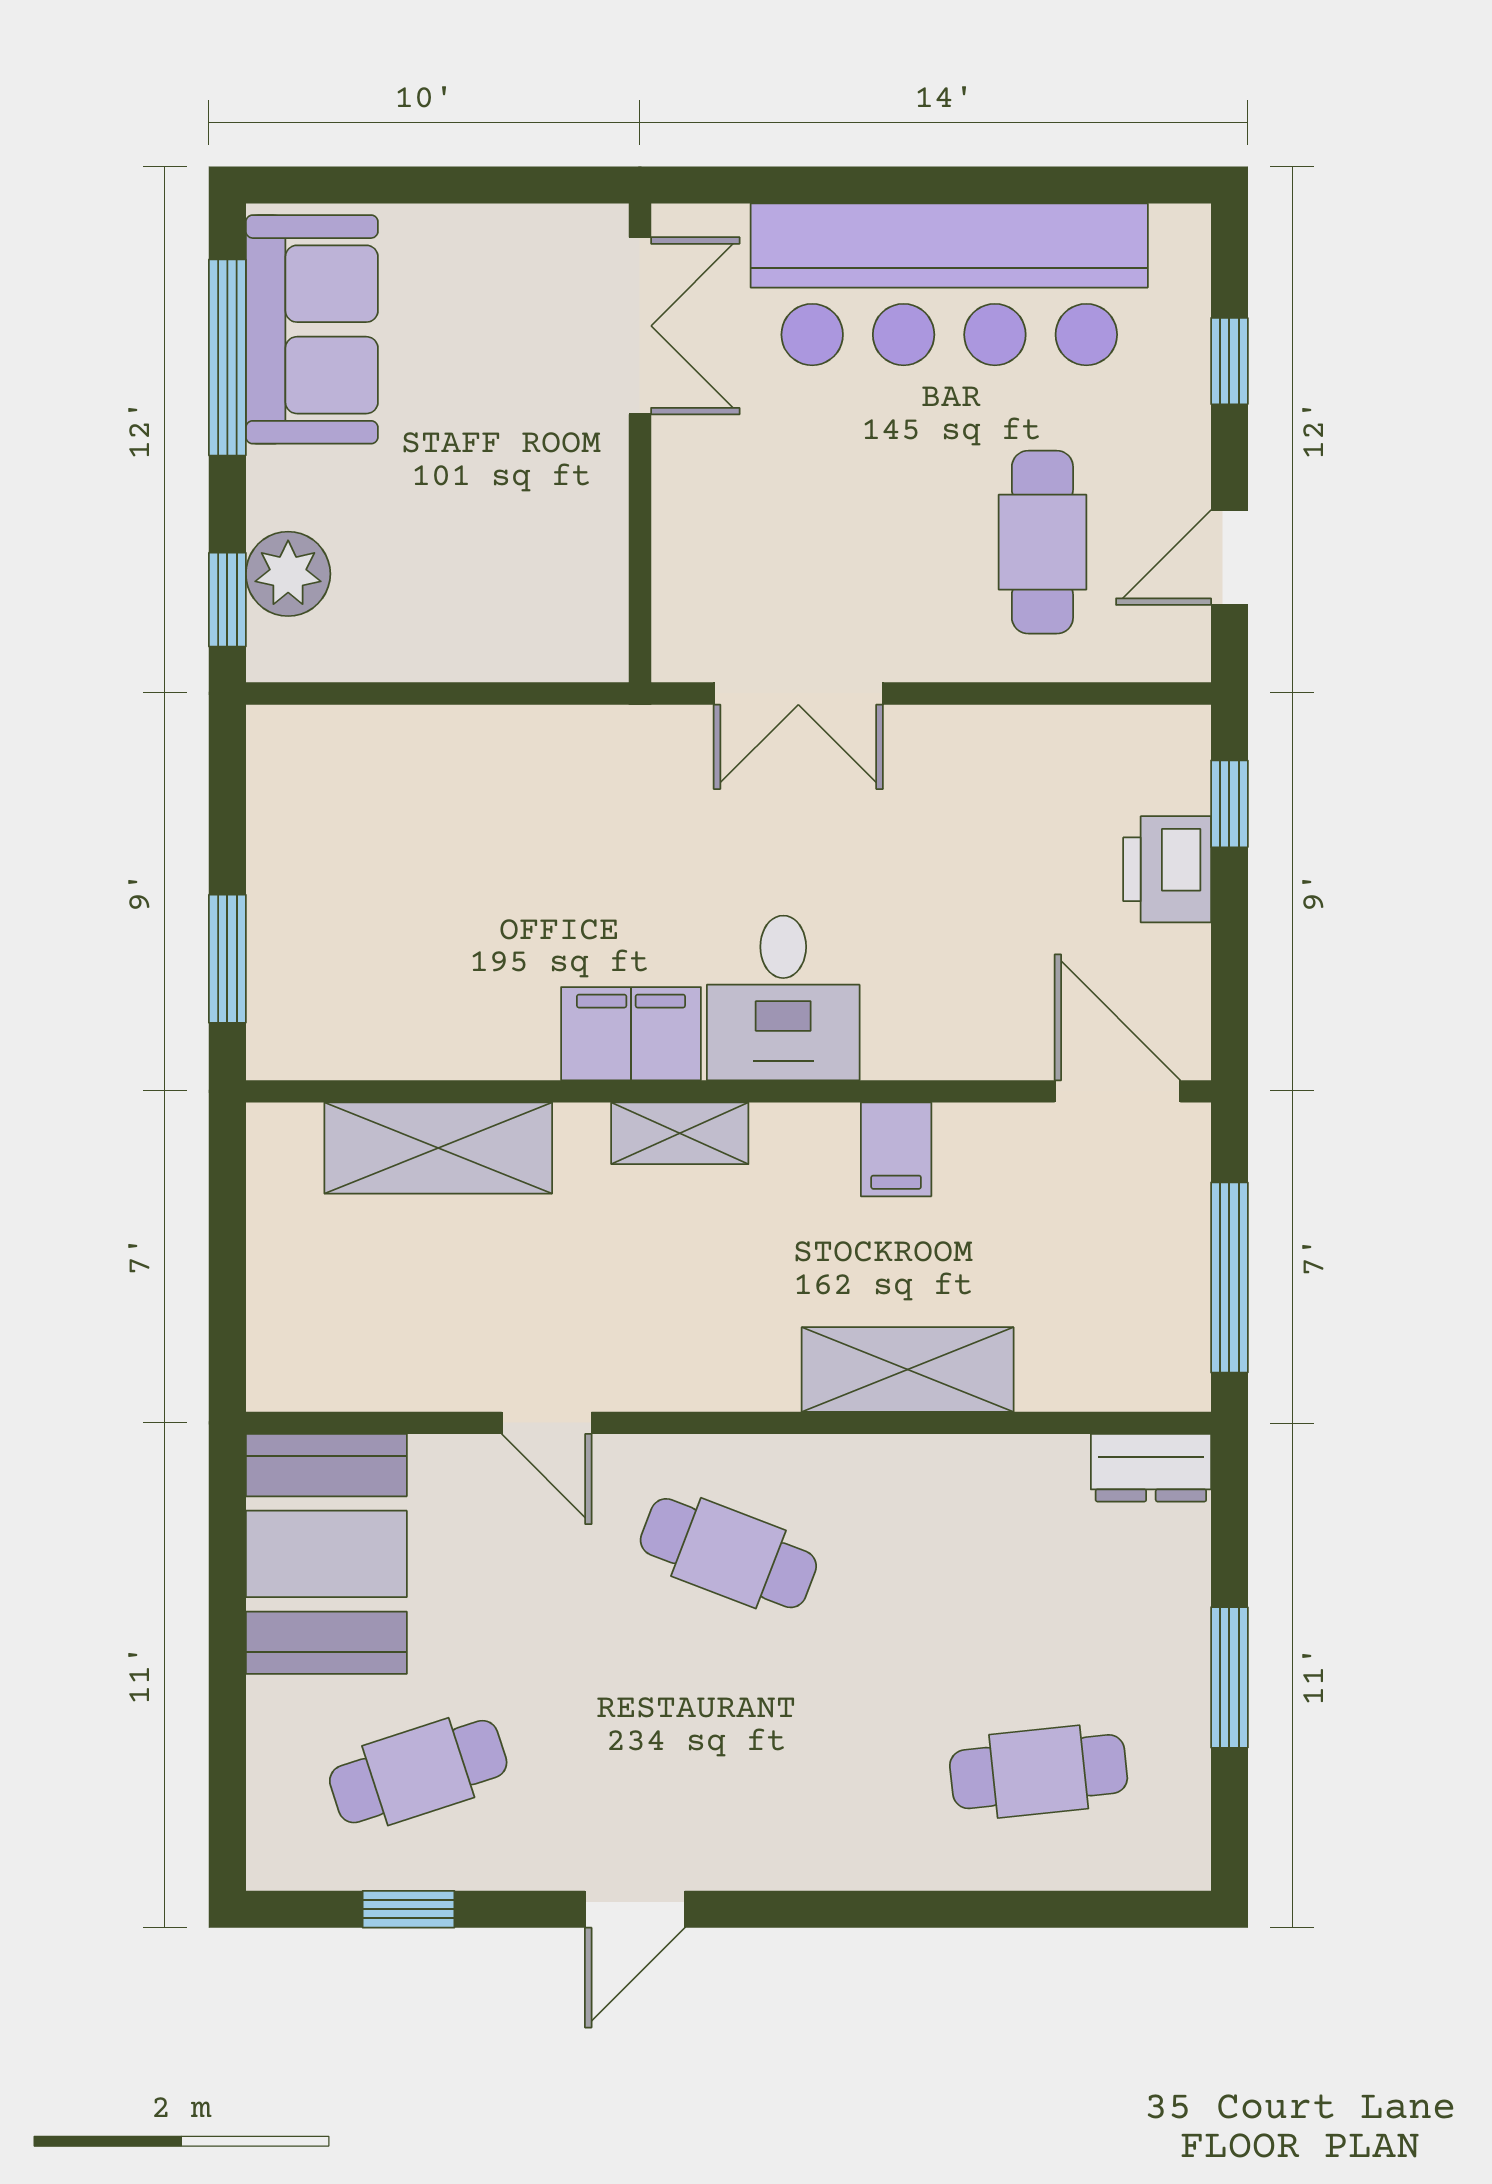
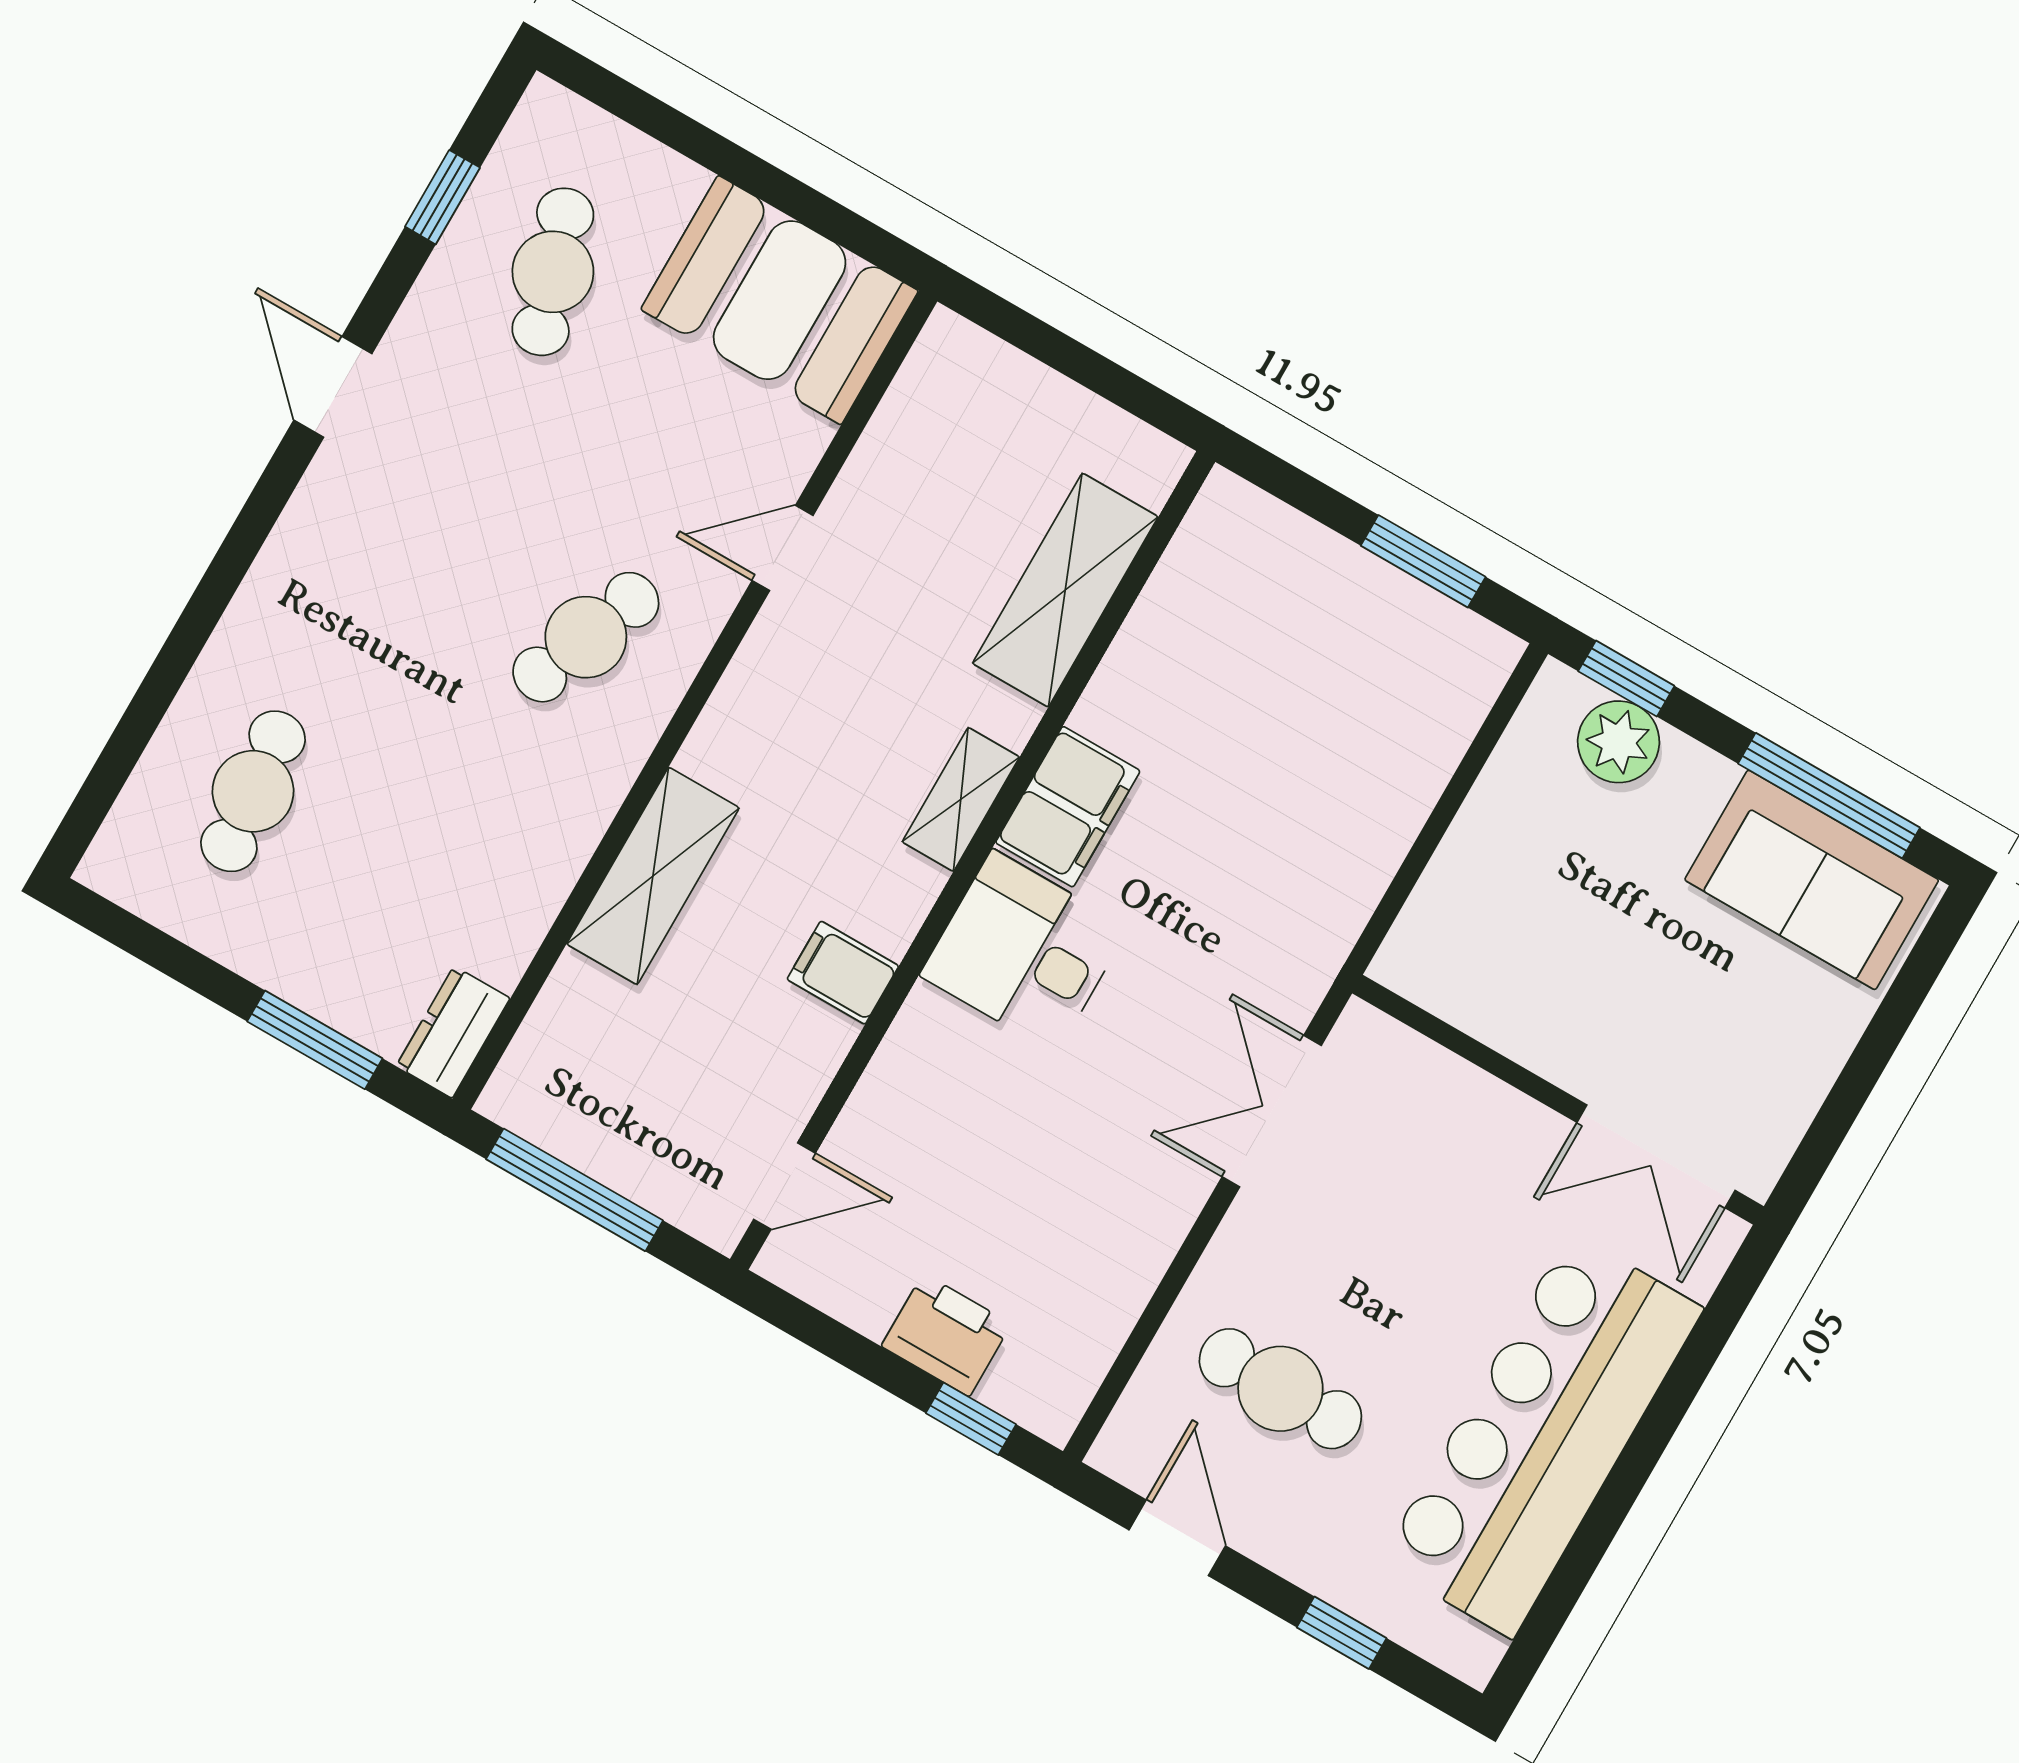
window: (227, 959) -> (1423, 561), moved
door: (1118, 1091) -> (784, 1186), width x0.73
window: (1229, 1677) -> (315, 1040), moved

